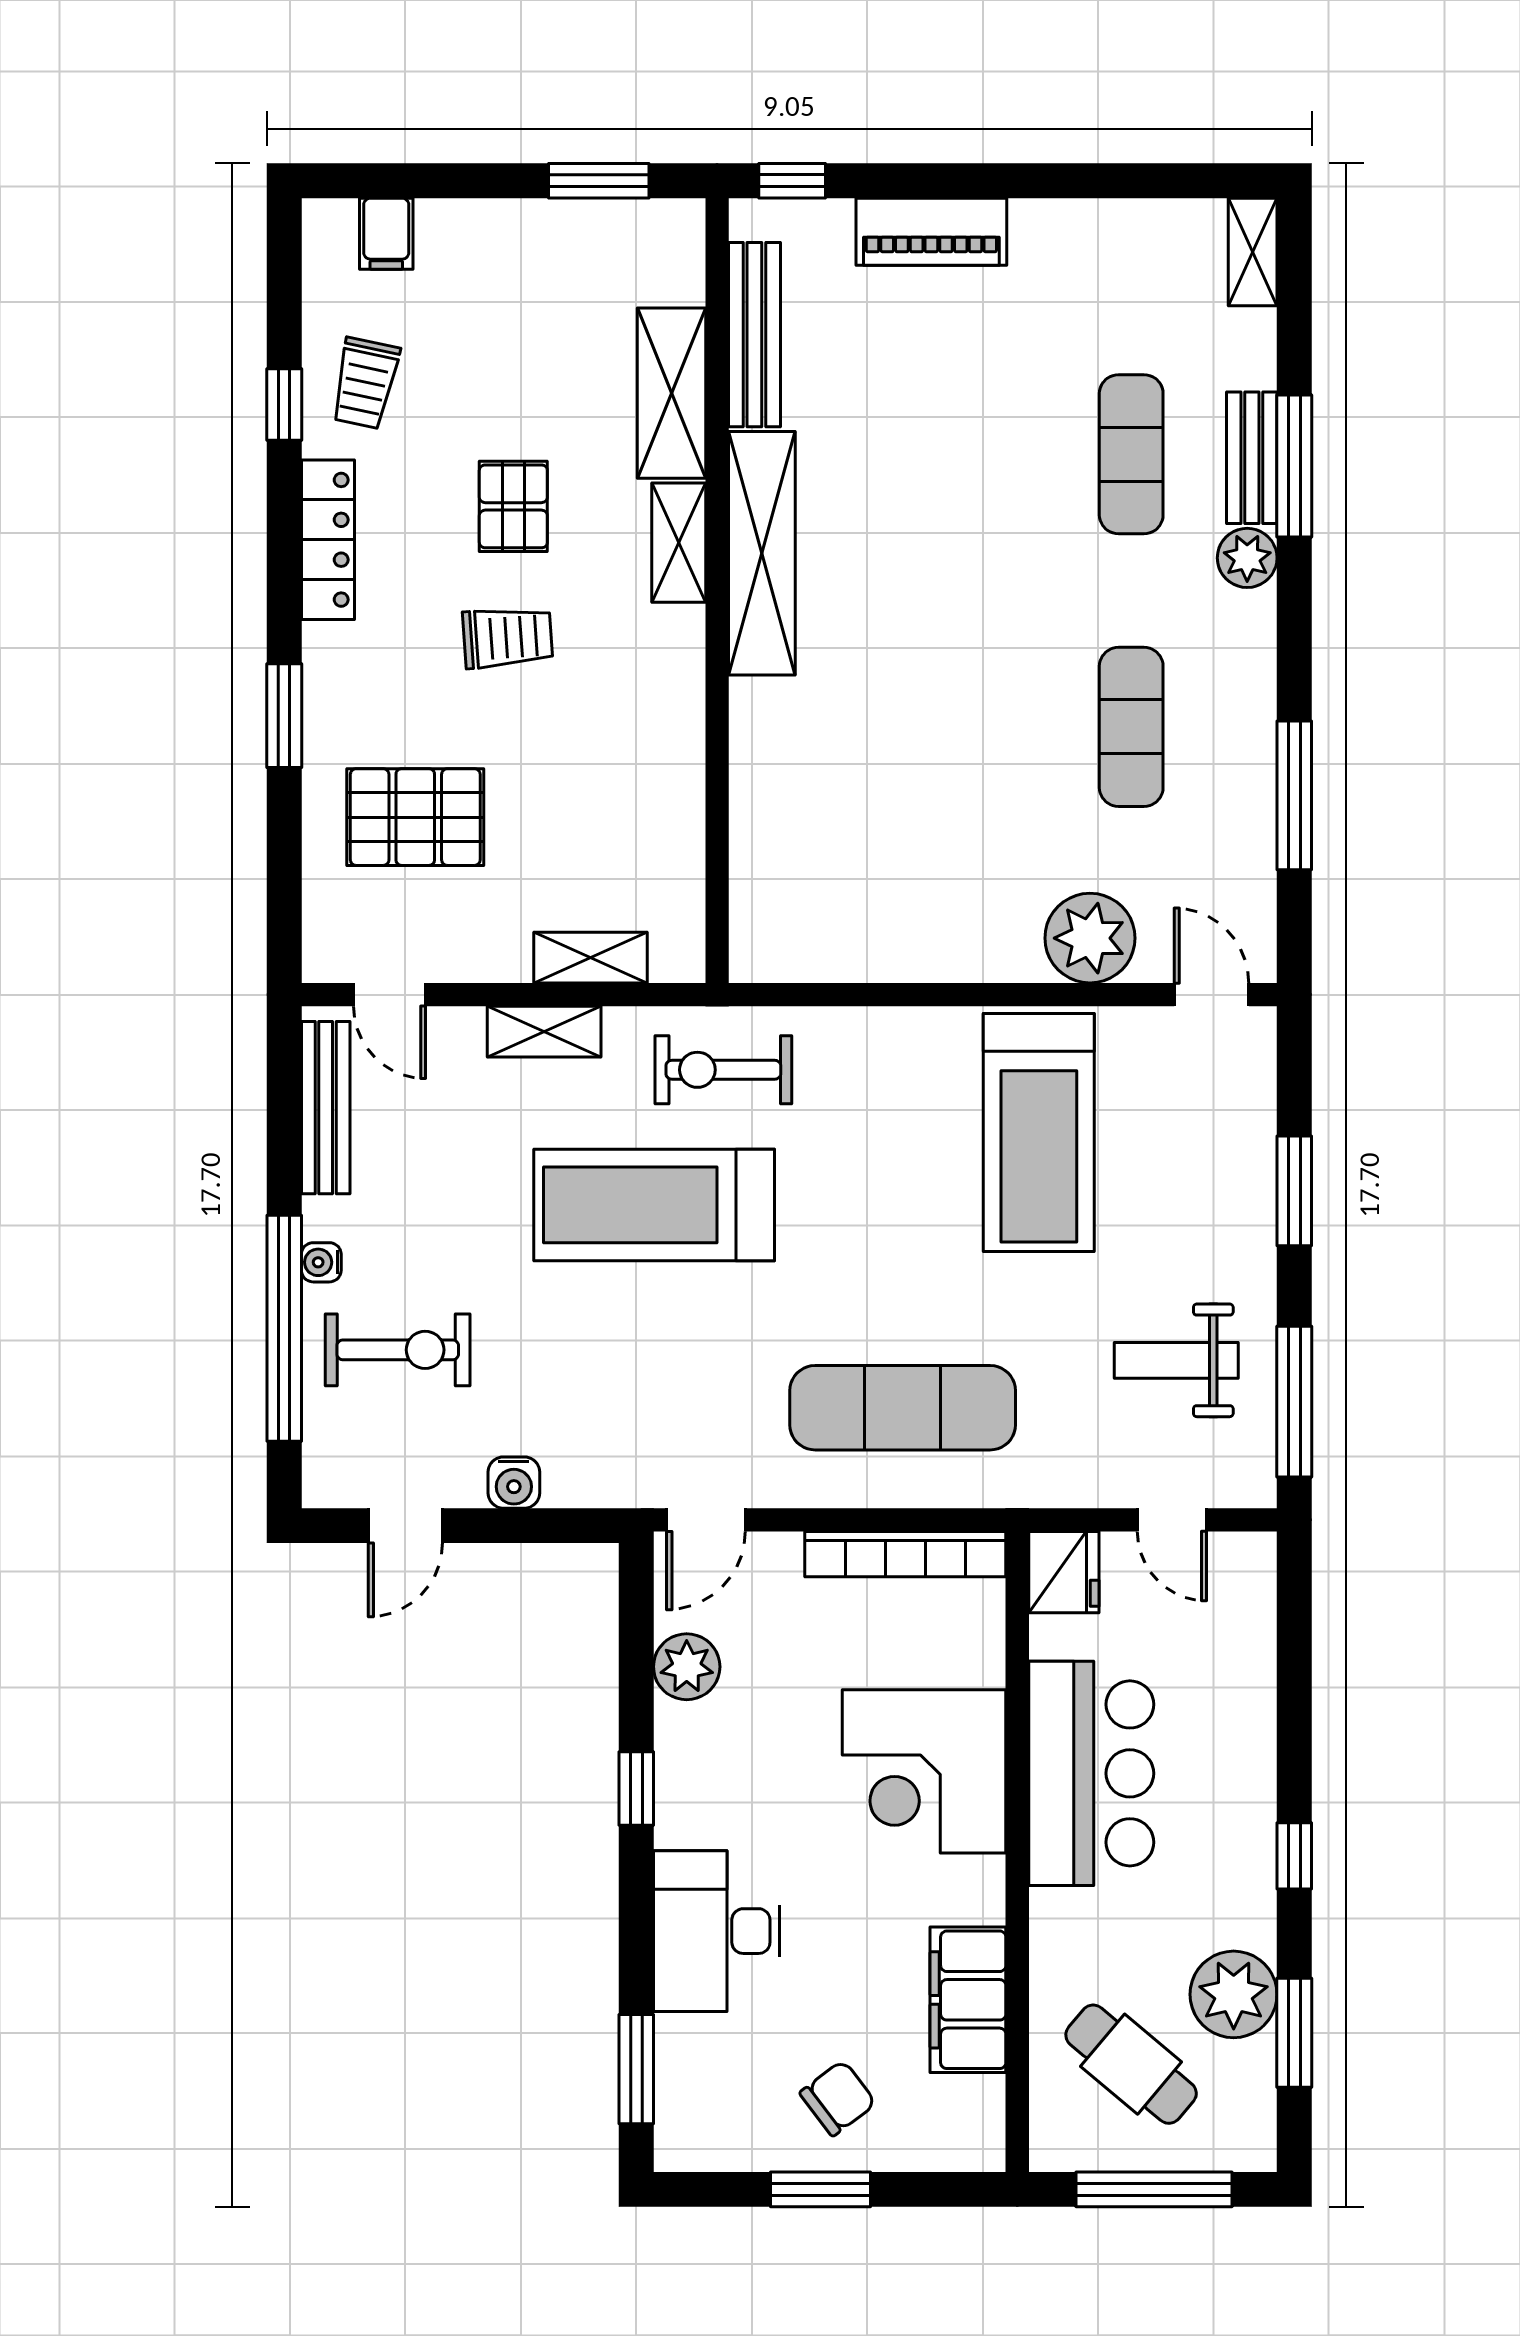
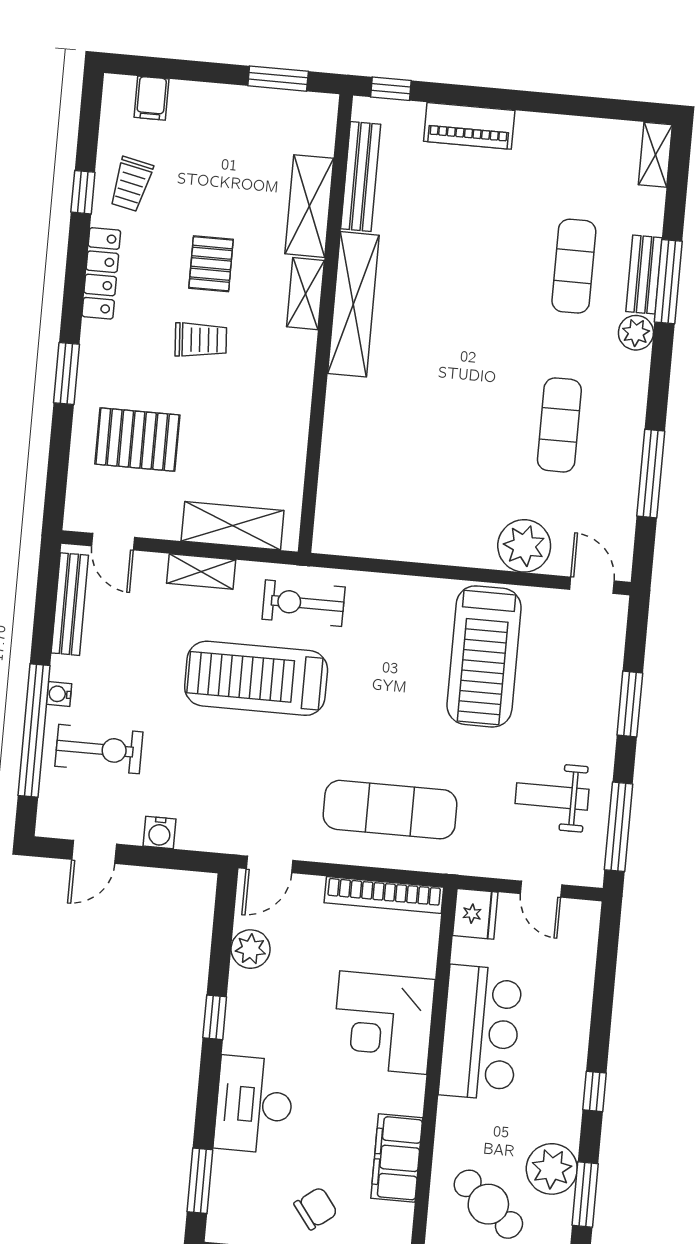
shelving: (591, 958) -> (233, 526), width x1.50, depth x1.33

